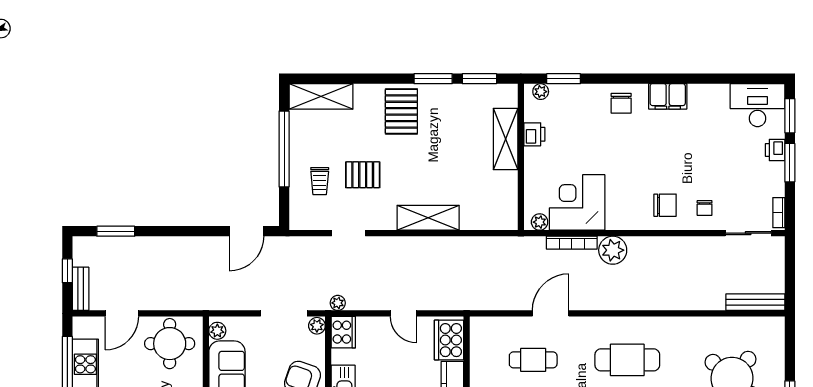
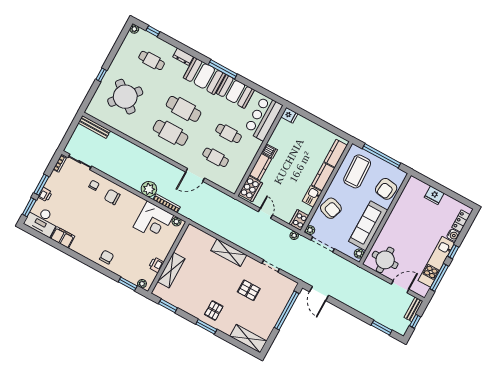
window: (433, 79) -> (206, 327), moved
filing cabinet: (668, 96) -> (63, 237), moved
pallet: (401, 111) -> (214, 310), width x0.67, depth x0.71
window: (284, 149) -> (287, 310), moved
trolley: (320, 181) -> (271, 298), removed
door: (247, 231) -> (319, 294), swing flipped

